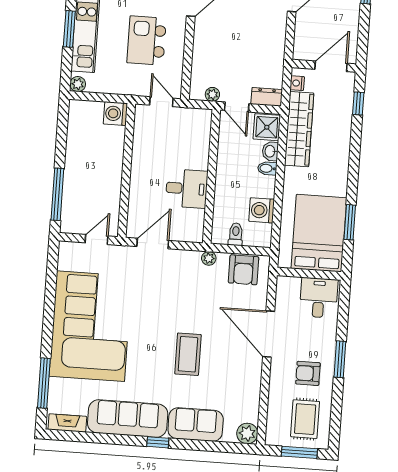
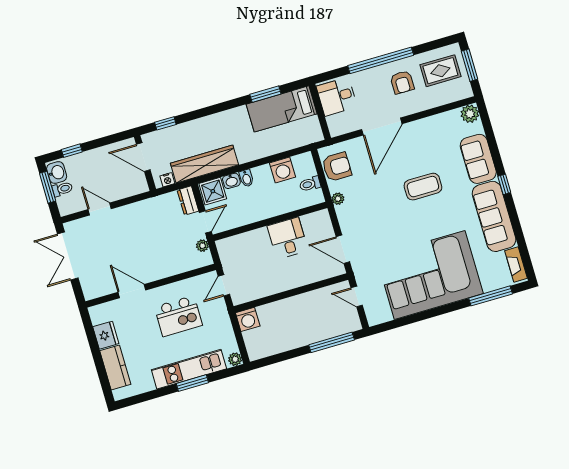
bed: (319, 233) -> (282, 109), width x0.67
window: (340, 359) -> (381, 60), width x2.11

